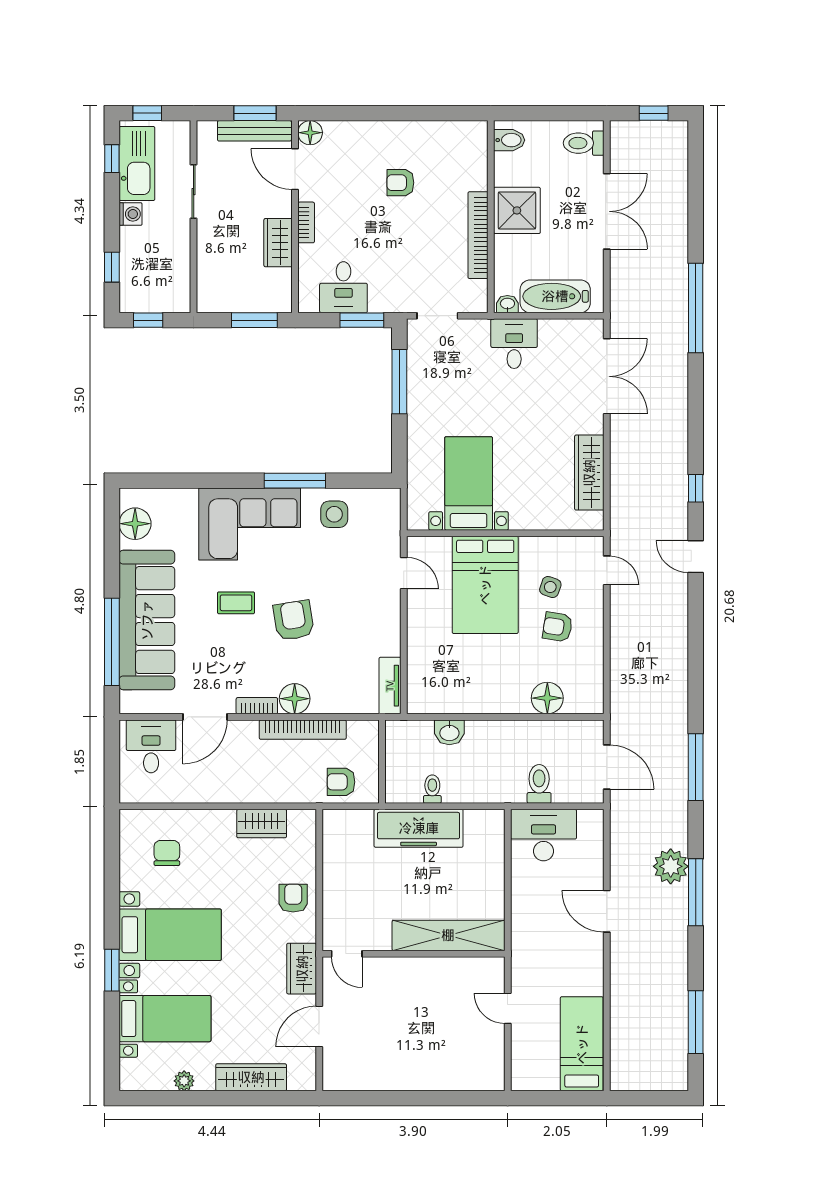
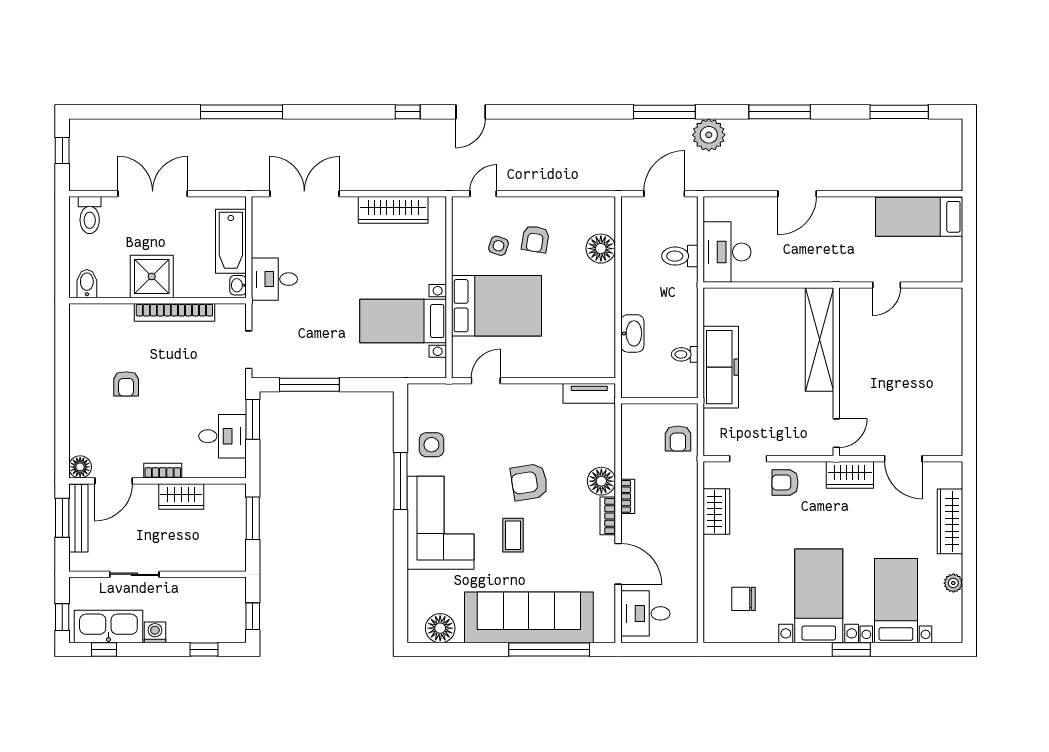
bookcase: (303, 730) -> (628, 496), width x0.43, depth x0.76
washbasin: (449, 732) -> (632, 333), width x1.38
doorway: (319, 858) -> (748, 459), added
plant: (671, 866) -> (709, 135), moved

